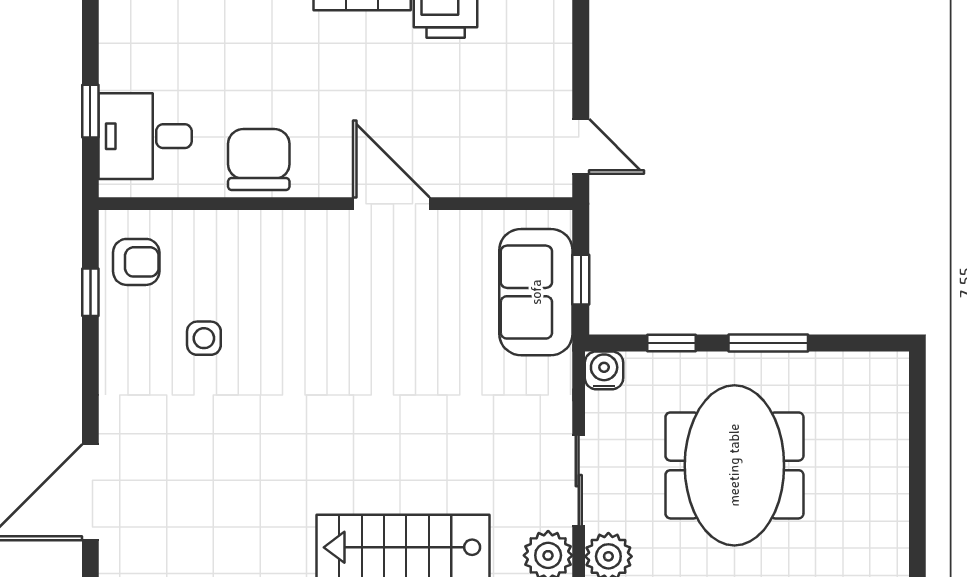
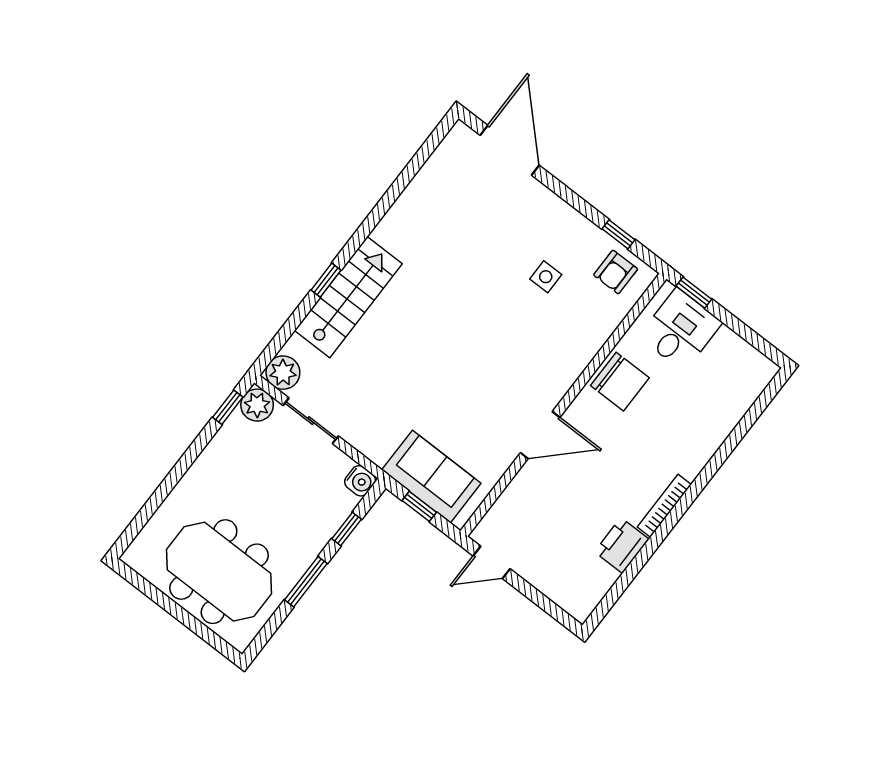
window: (90, 111) -> (694, 293), moved
meeting table: (734, 465) -> (219, 572), moved

